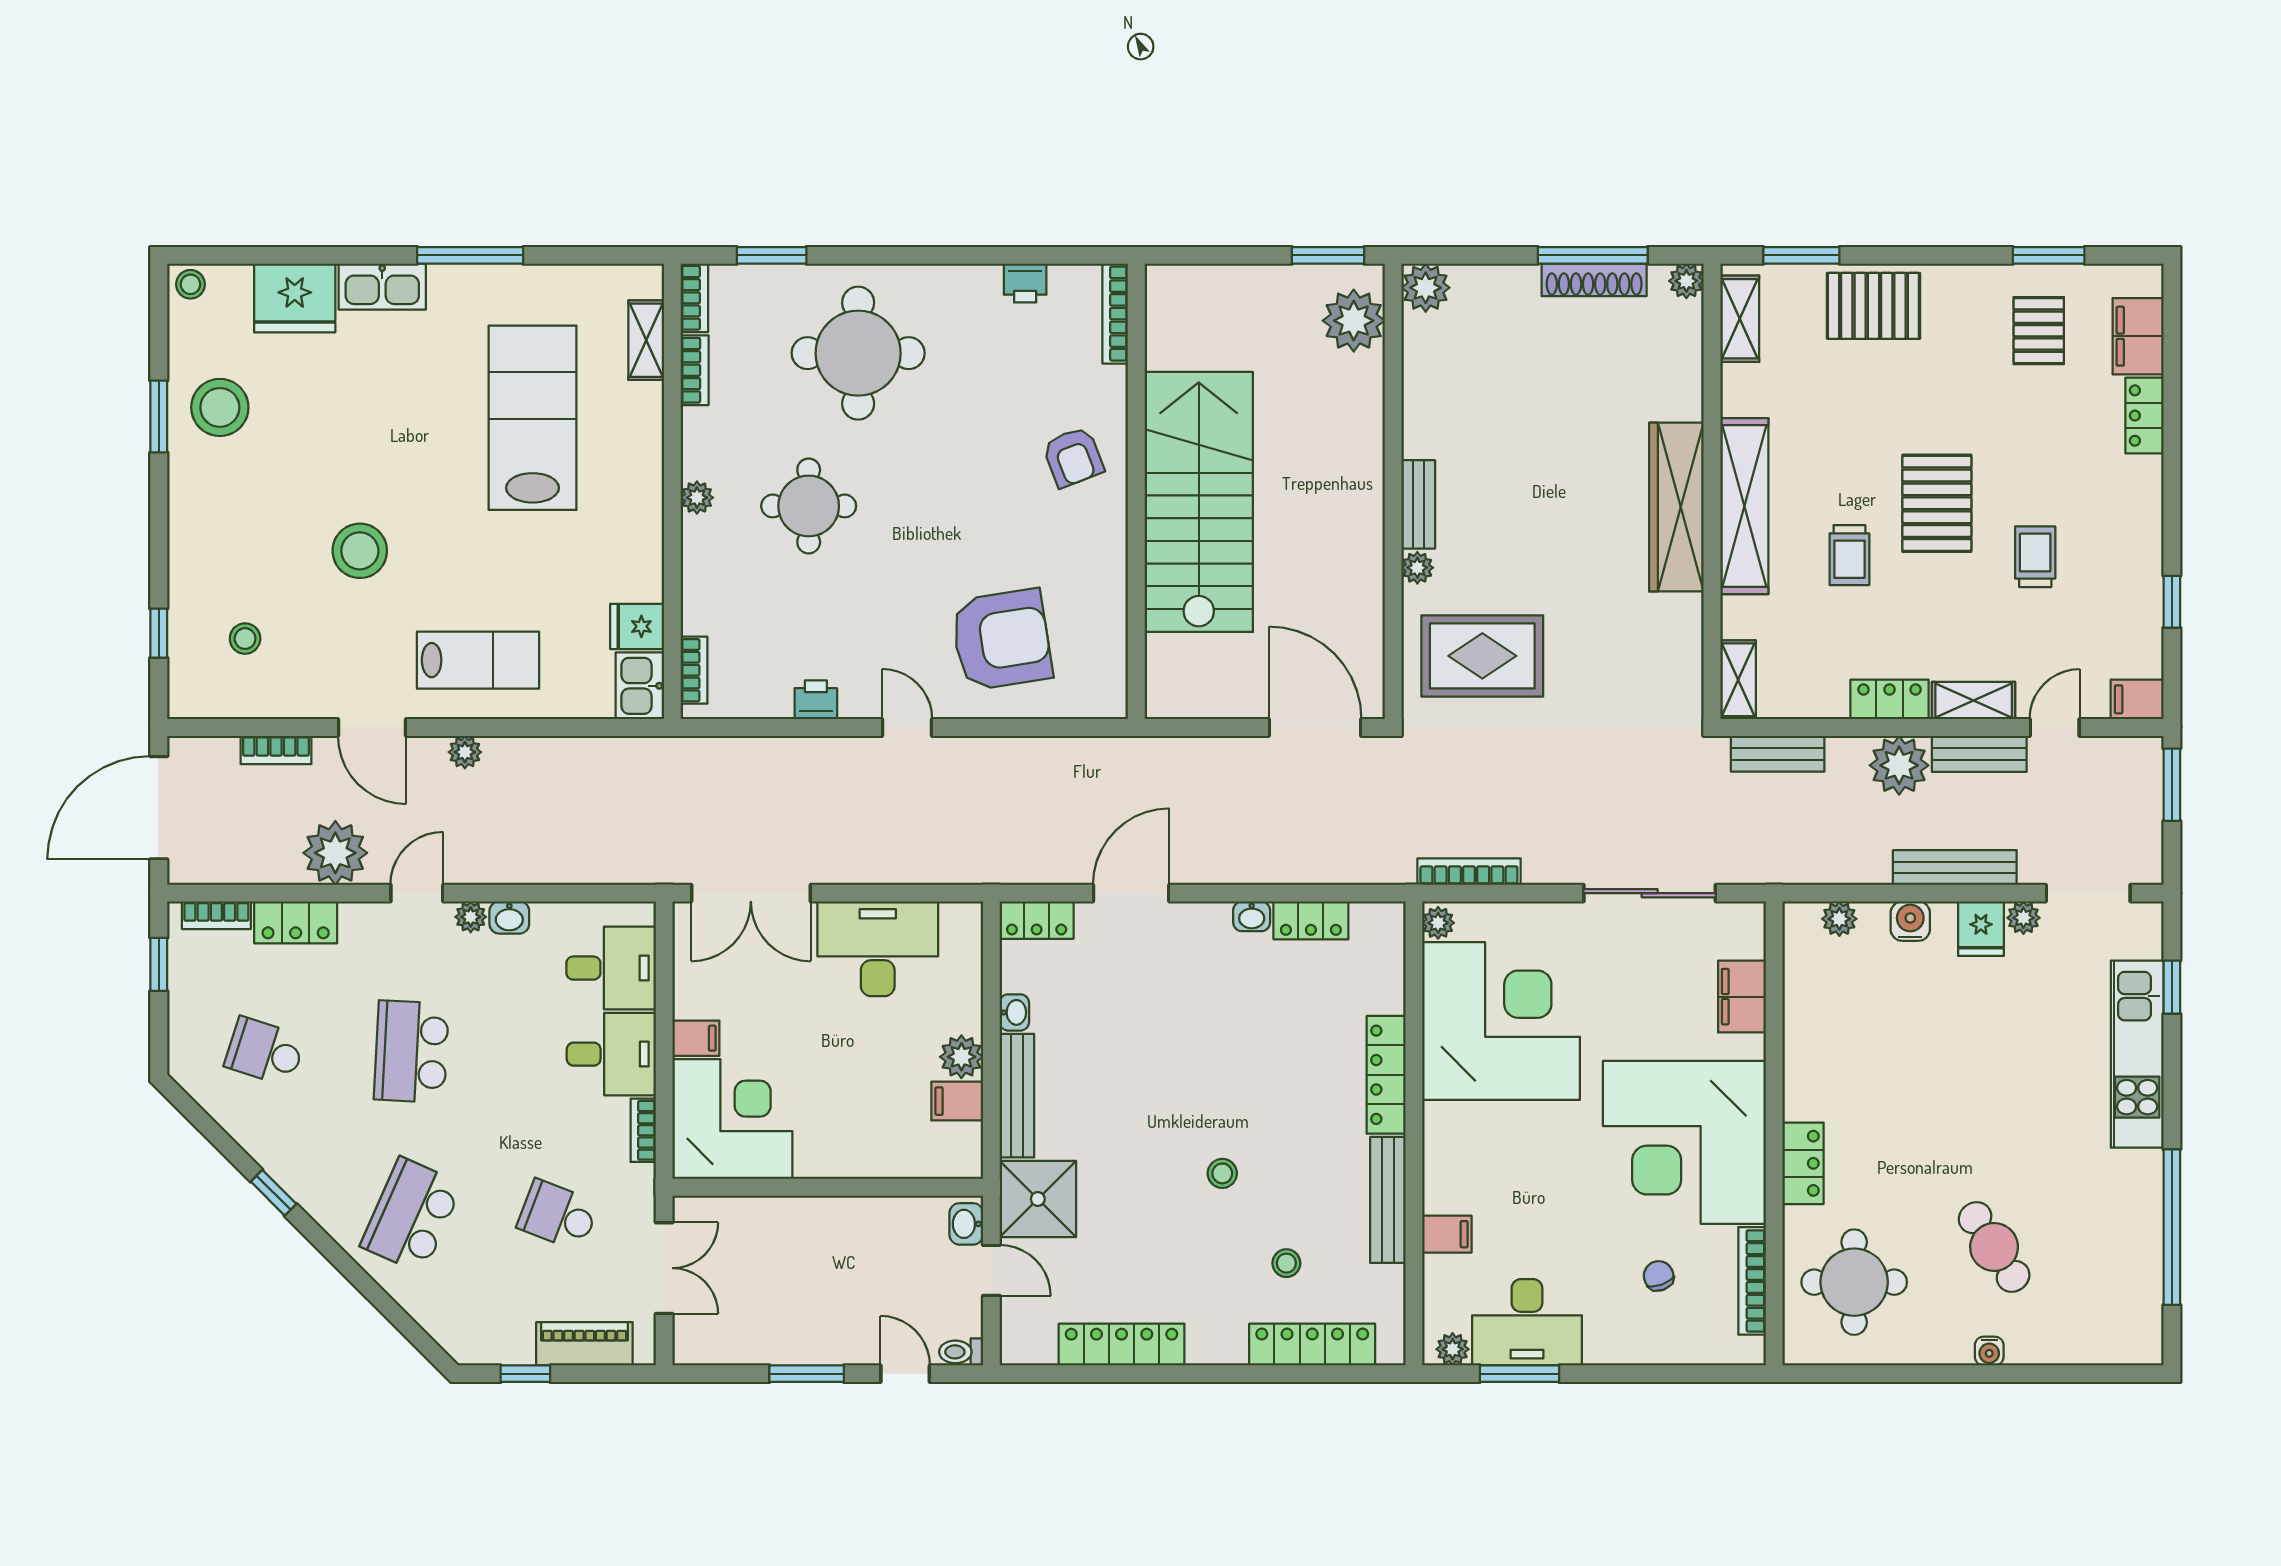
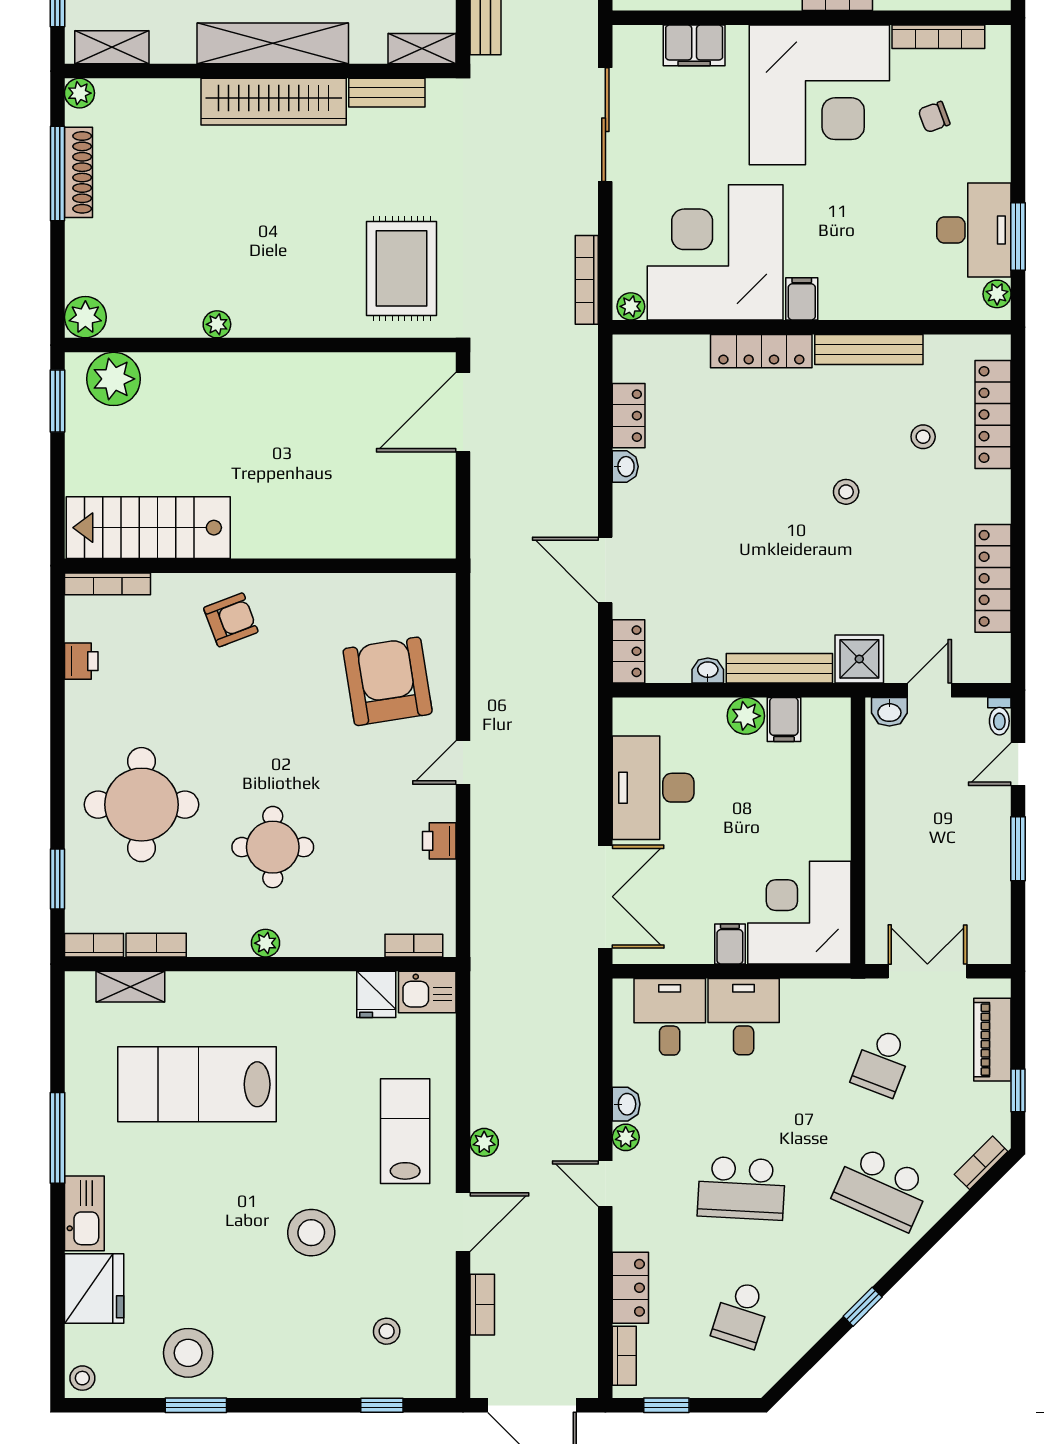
stairs: (1199, 502) -> (148, 528), moved, width x0.73, depth x0.66
bench: (1418, 504) -> (387, 93), moved
plant: (1417, 568) -> (217, 324), moved
plant: (335, 853) -> (571, 1254), removed
bookcase: (643, 1130) -> (981, 1163), moved, turned 135
shower: (1038, 1199) -> (859, 659), width x0.73, depth x0.73
filing cabinet: (1447, 1234) -> (802, 299), moved

